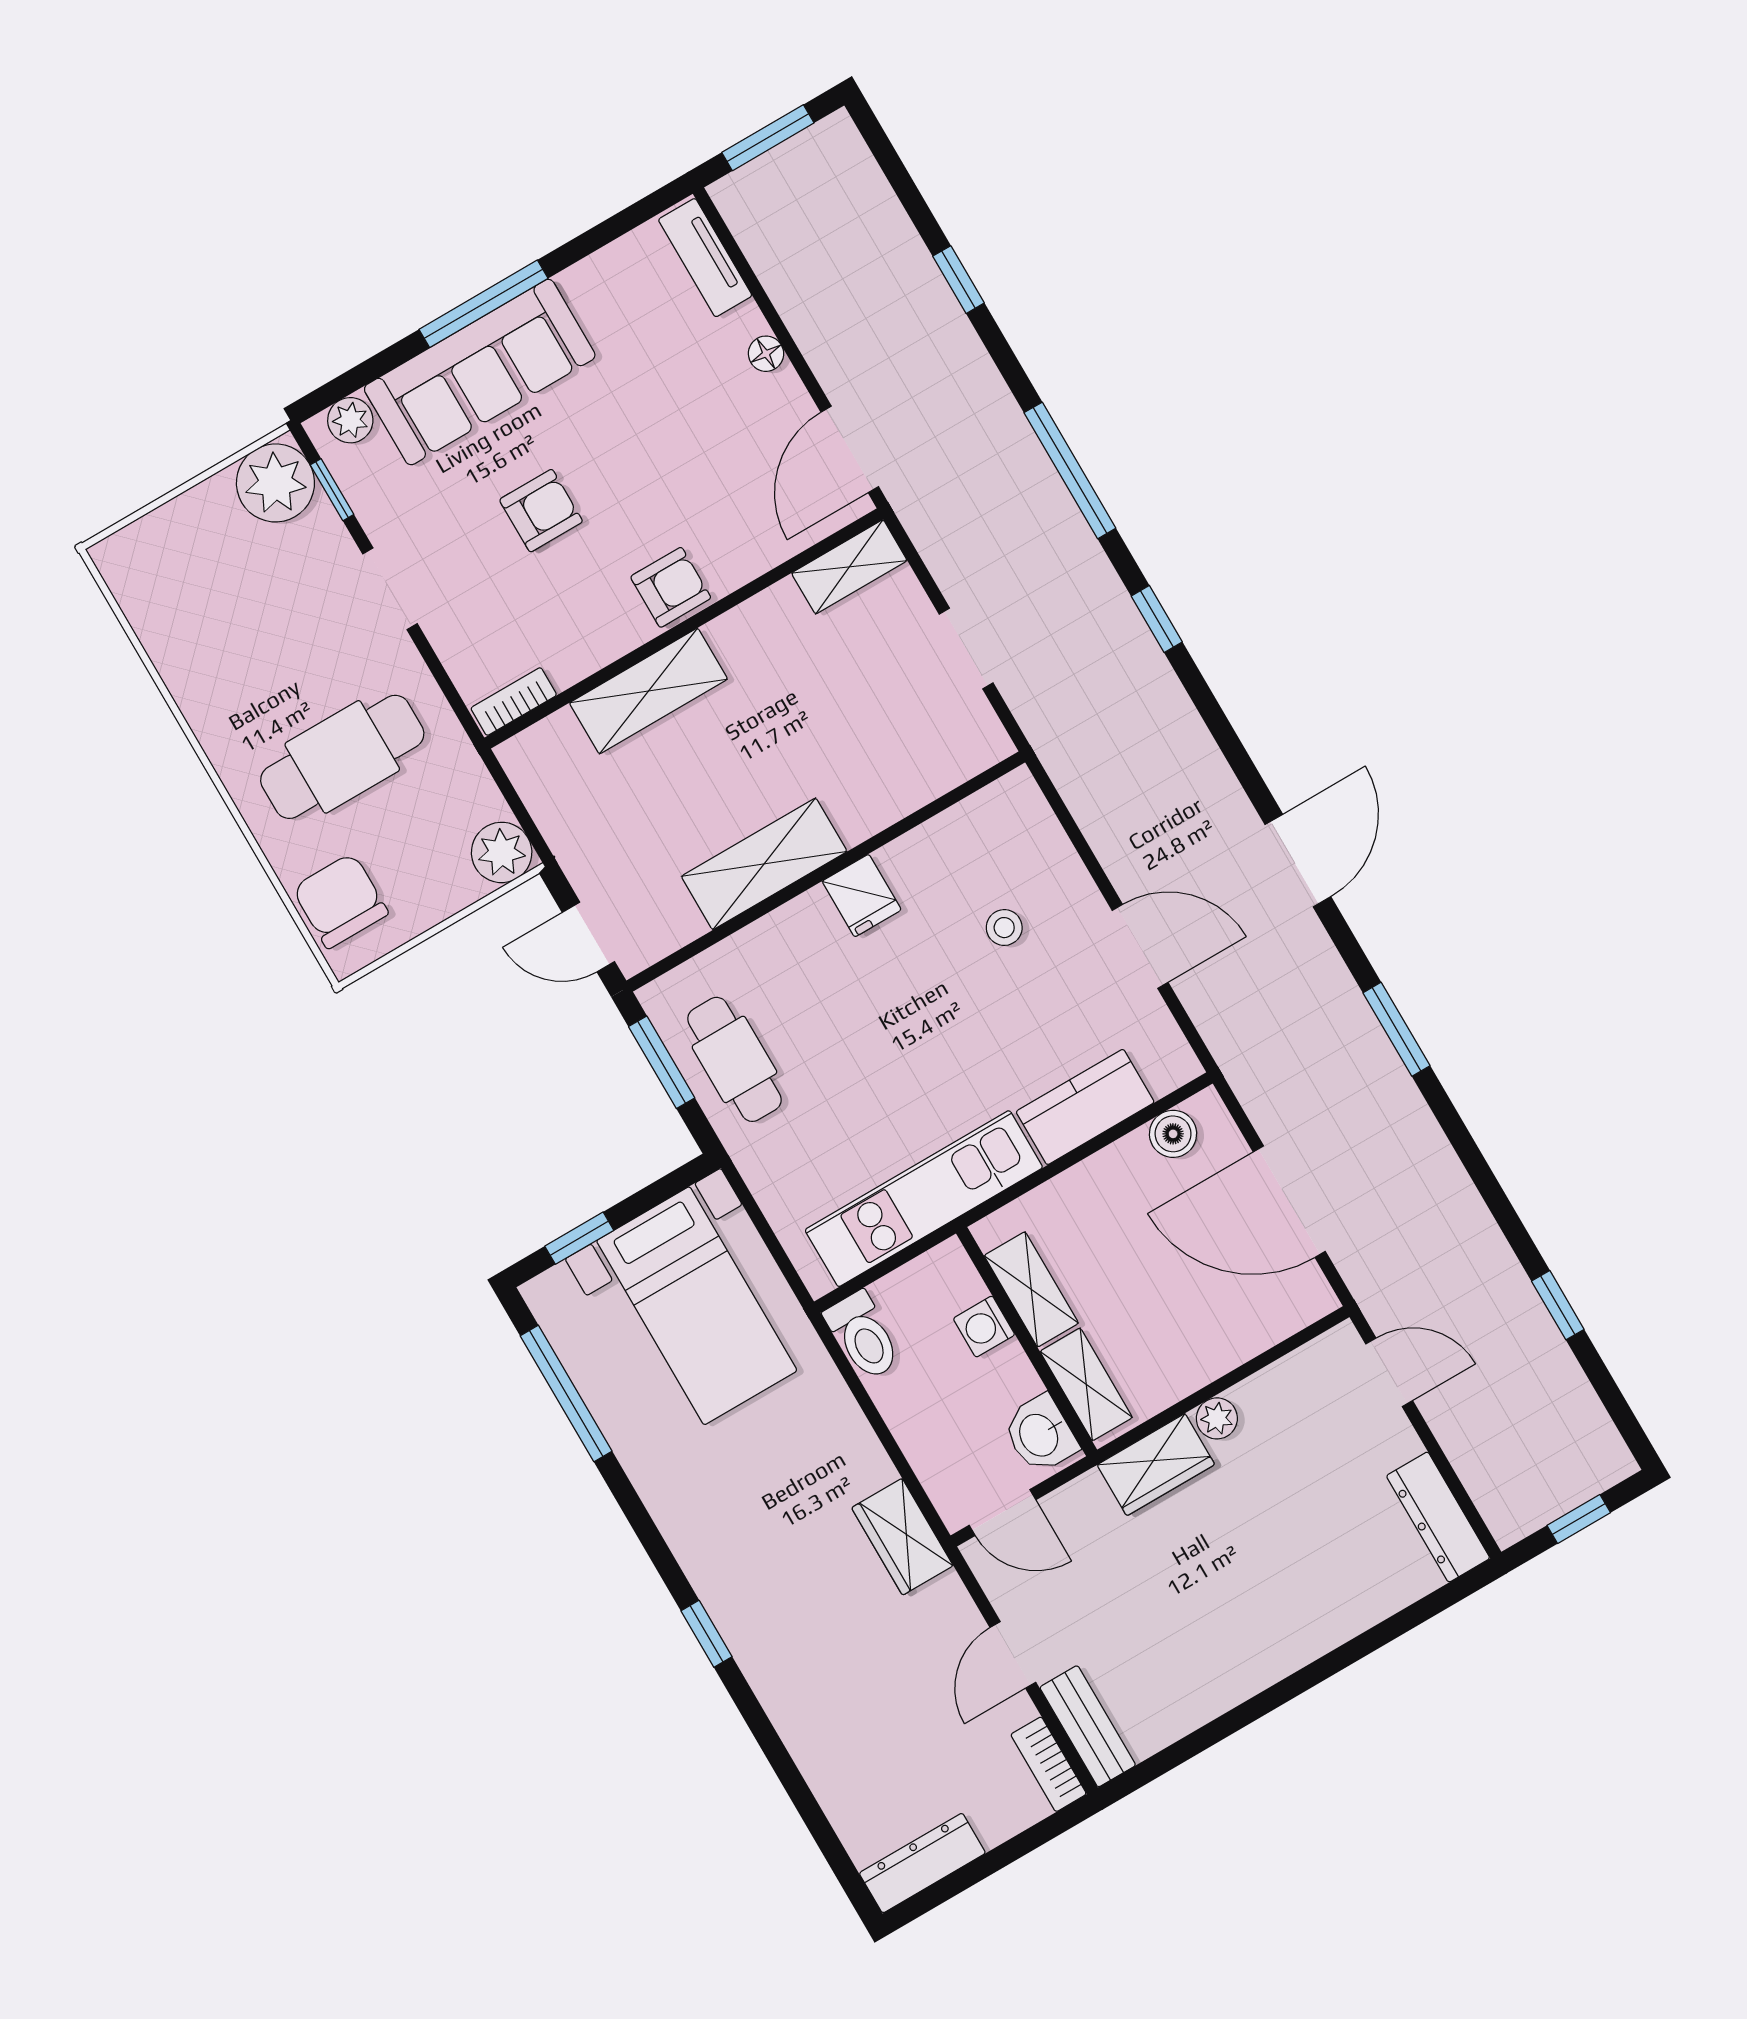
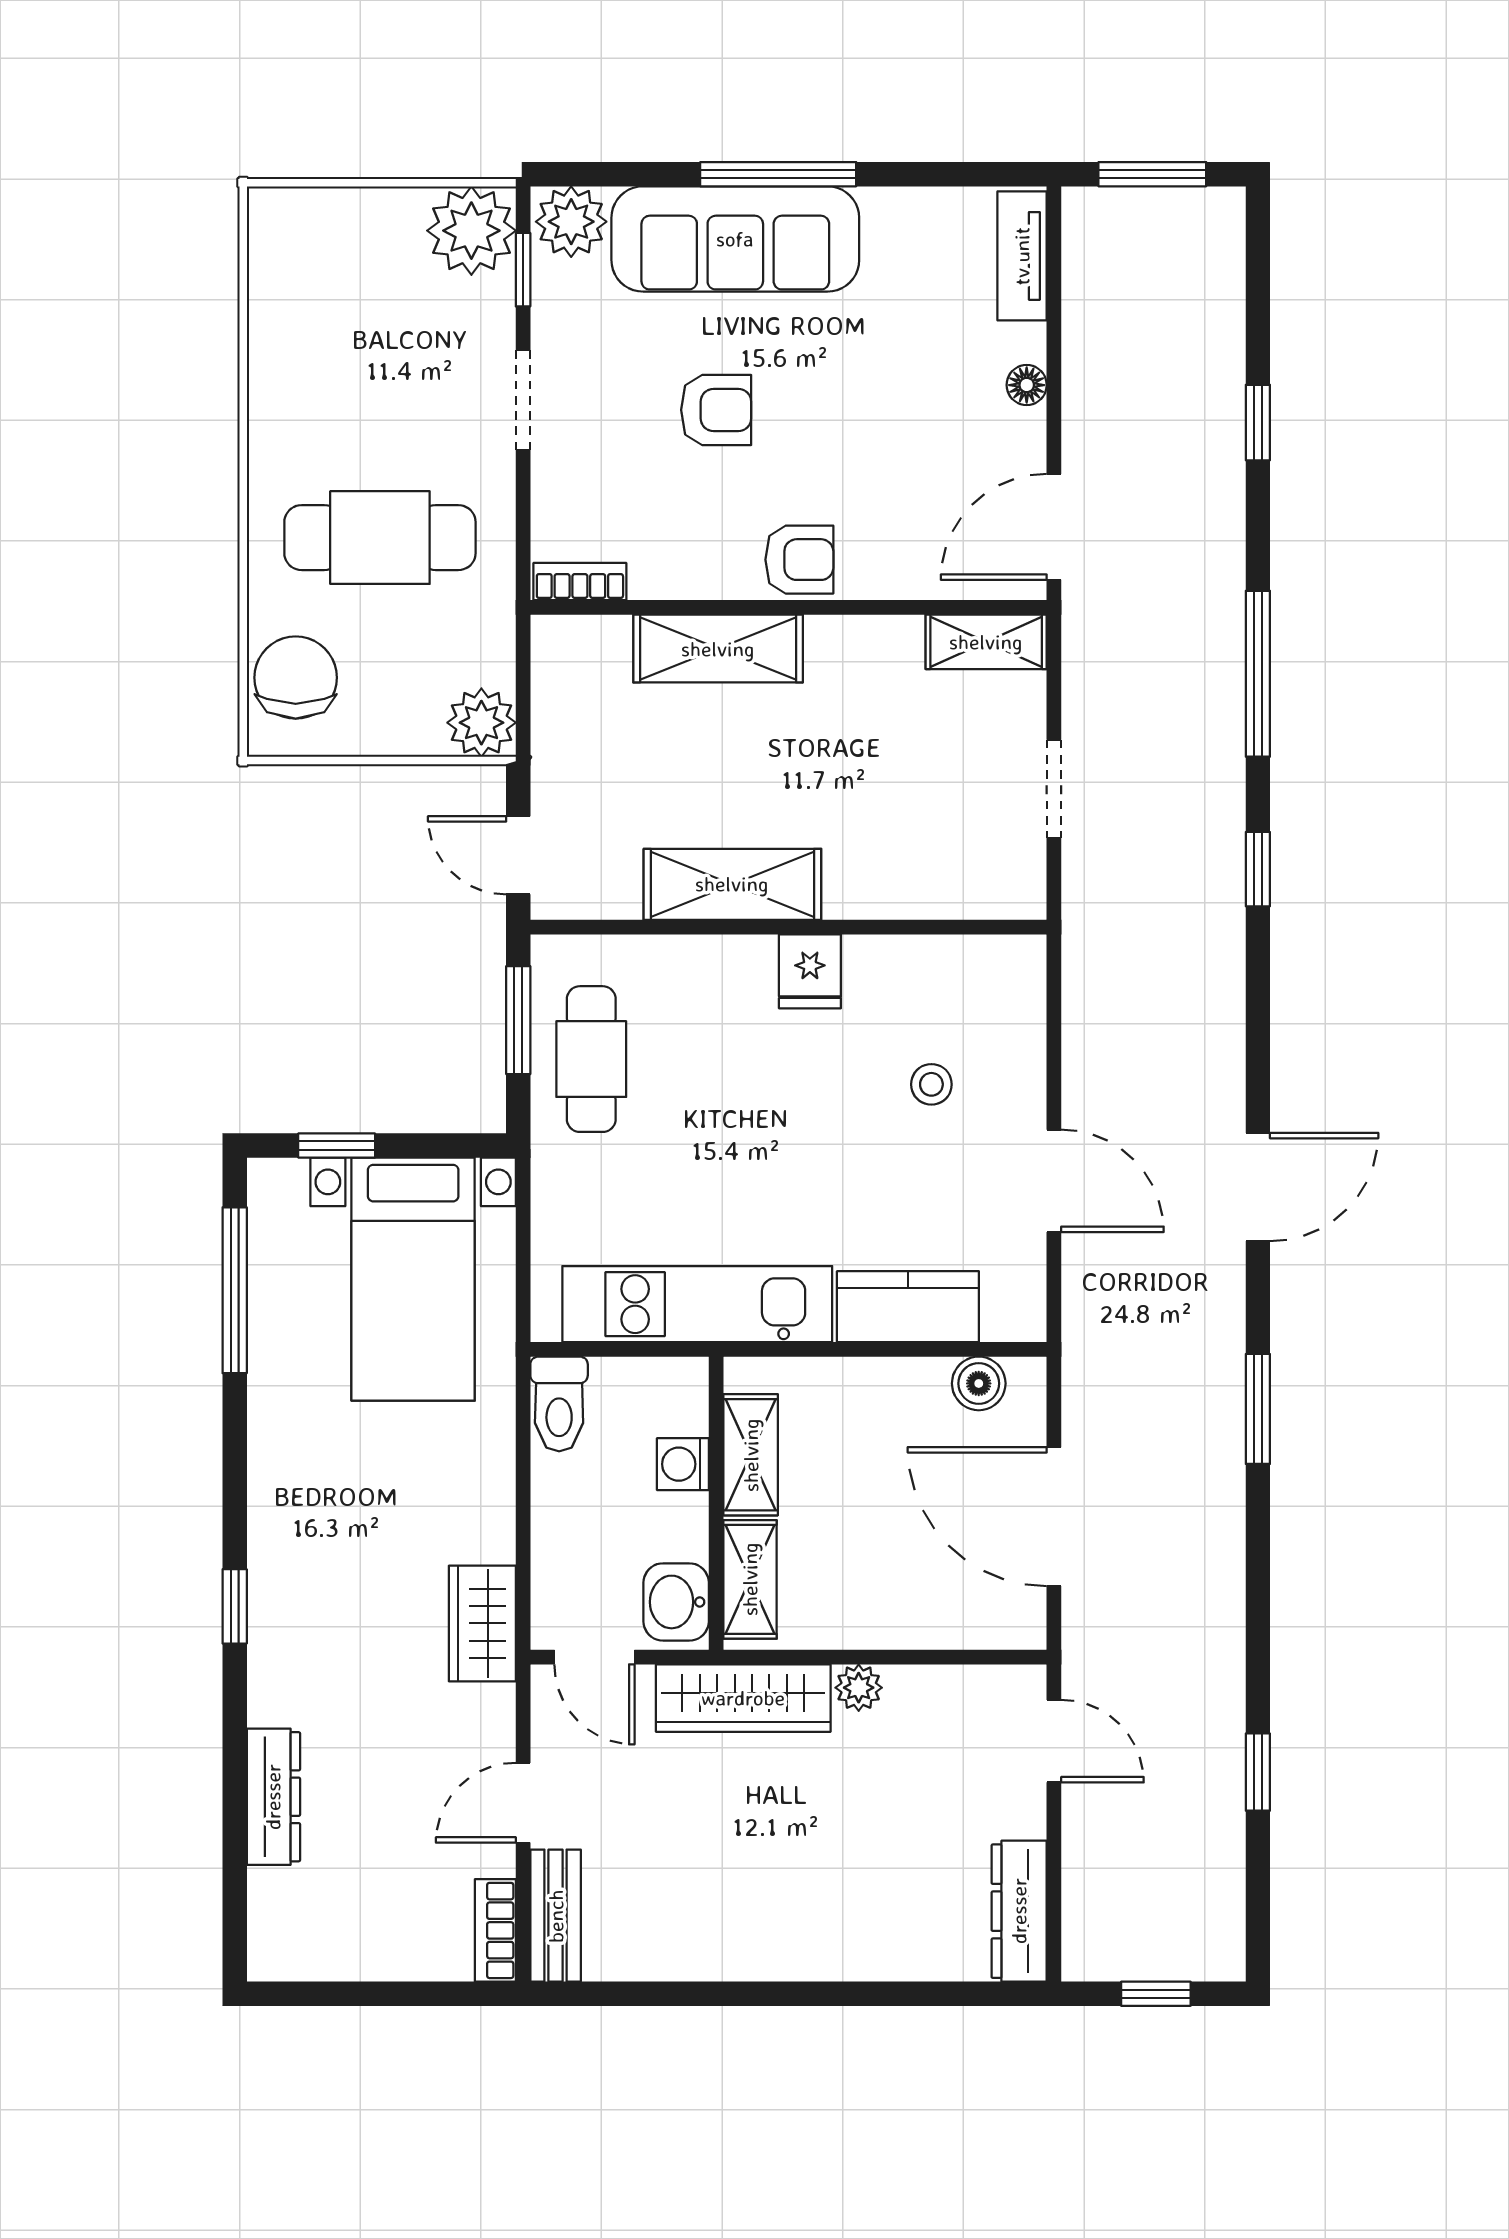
plant: (350, 420) -> (571, 222), width x1.38, depth x1.38
wardrobe: (1156, 1465) -> (743, 1698), width x1.50
dresser: (922, 1863) -> (273, 1797), moved, turned 90

